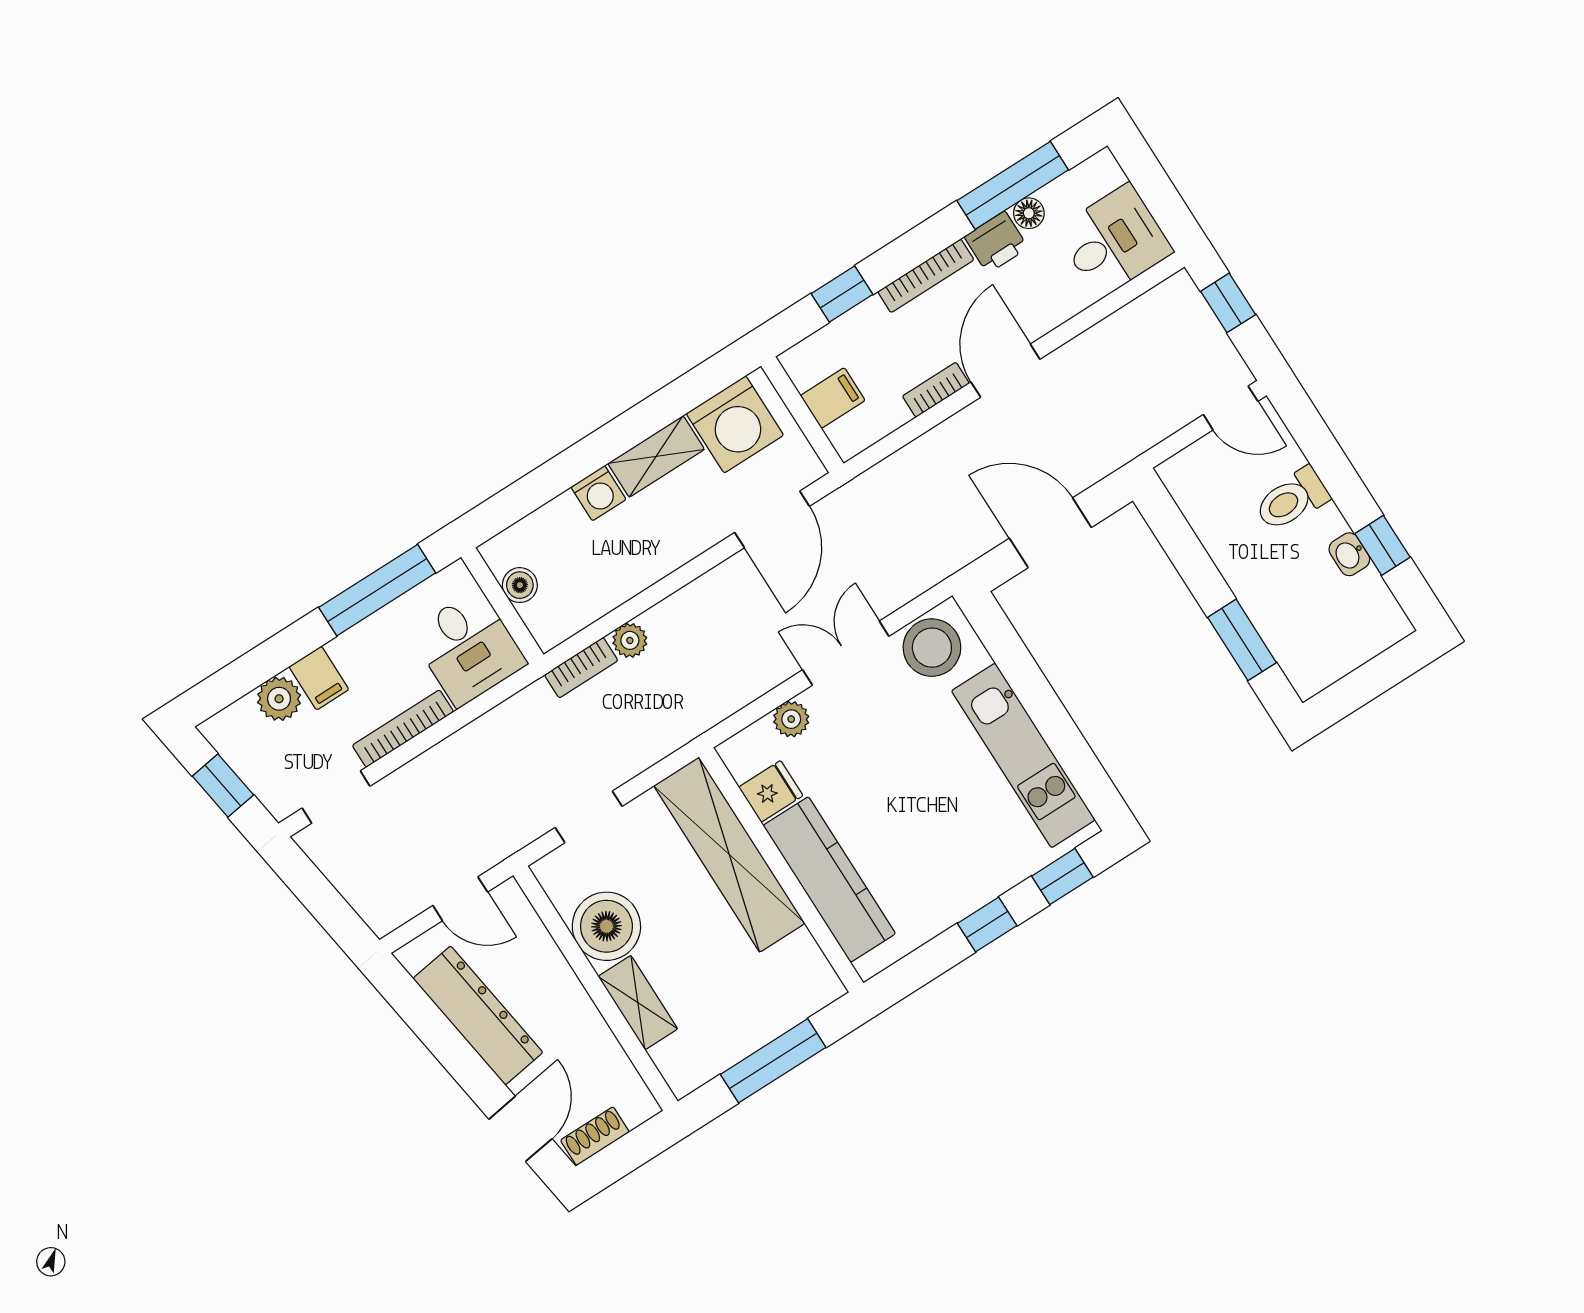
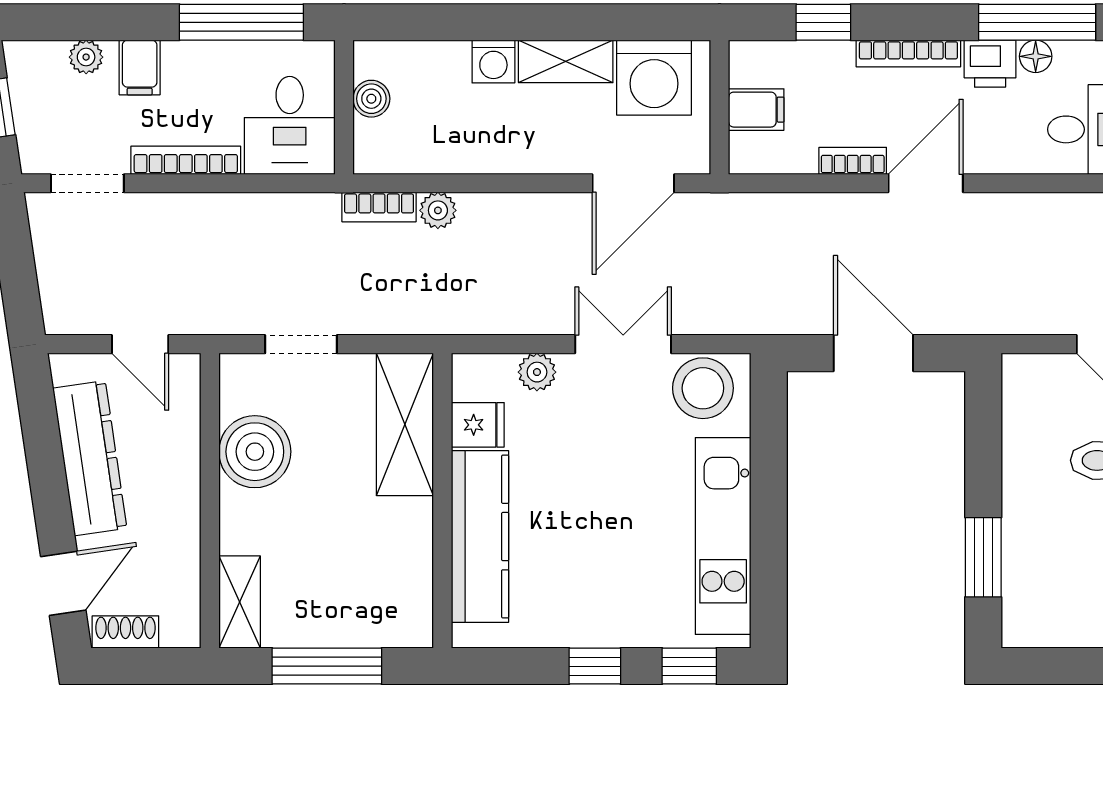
plant: (279, 699) -> (86, 57), width x0.73, depth x0.73
shelving: (729, 855) -> (405, 424), width x0.68
shelving: (638, 1003) -> (240, 602), moved

